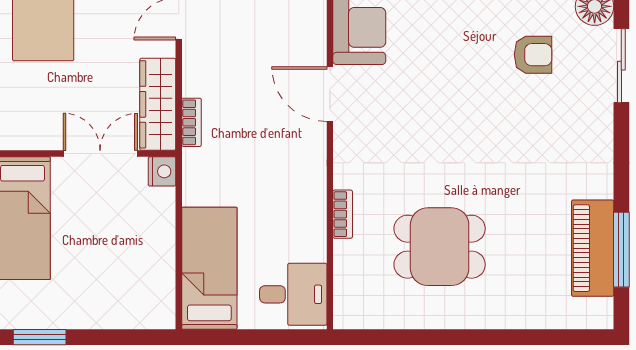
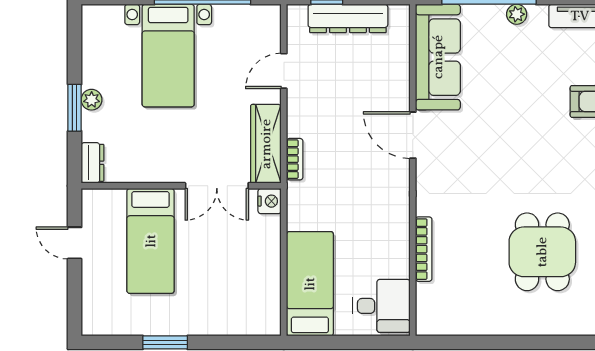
double door: (100, 154) -> (217, 186), swing flipped
bookcase: (343, 214) -> (424, 249), width x1.56
dining table: (440, 247) -> (542, 252), moved, turned 90

